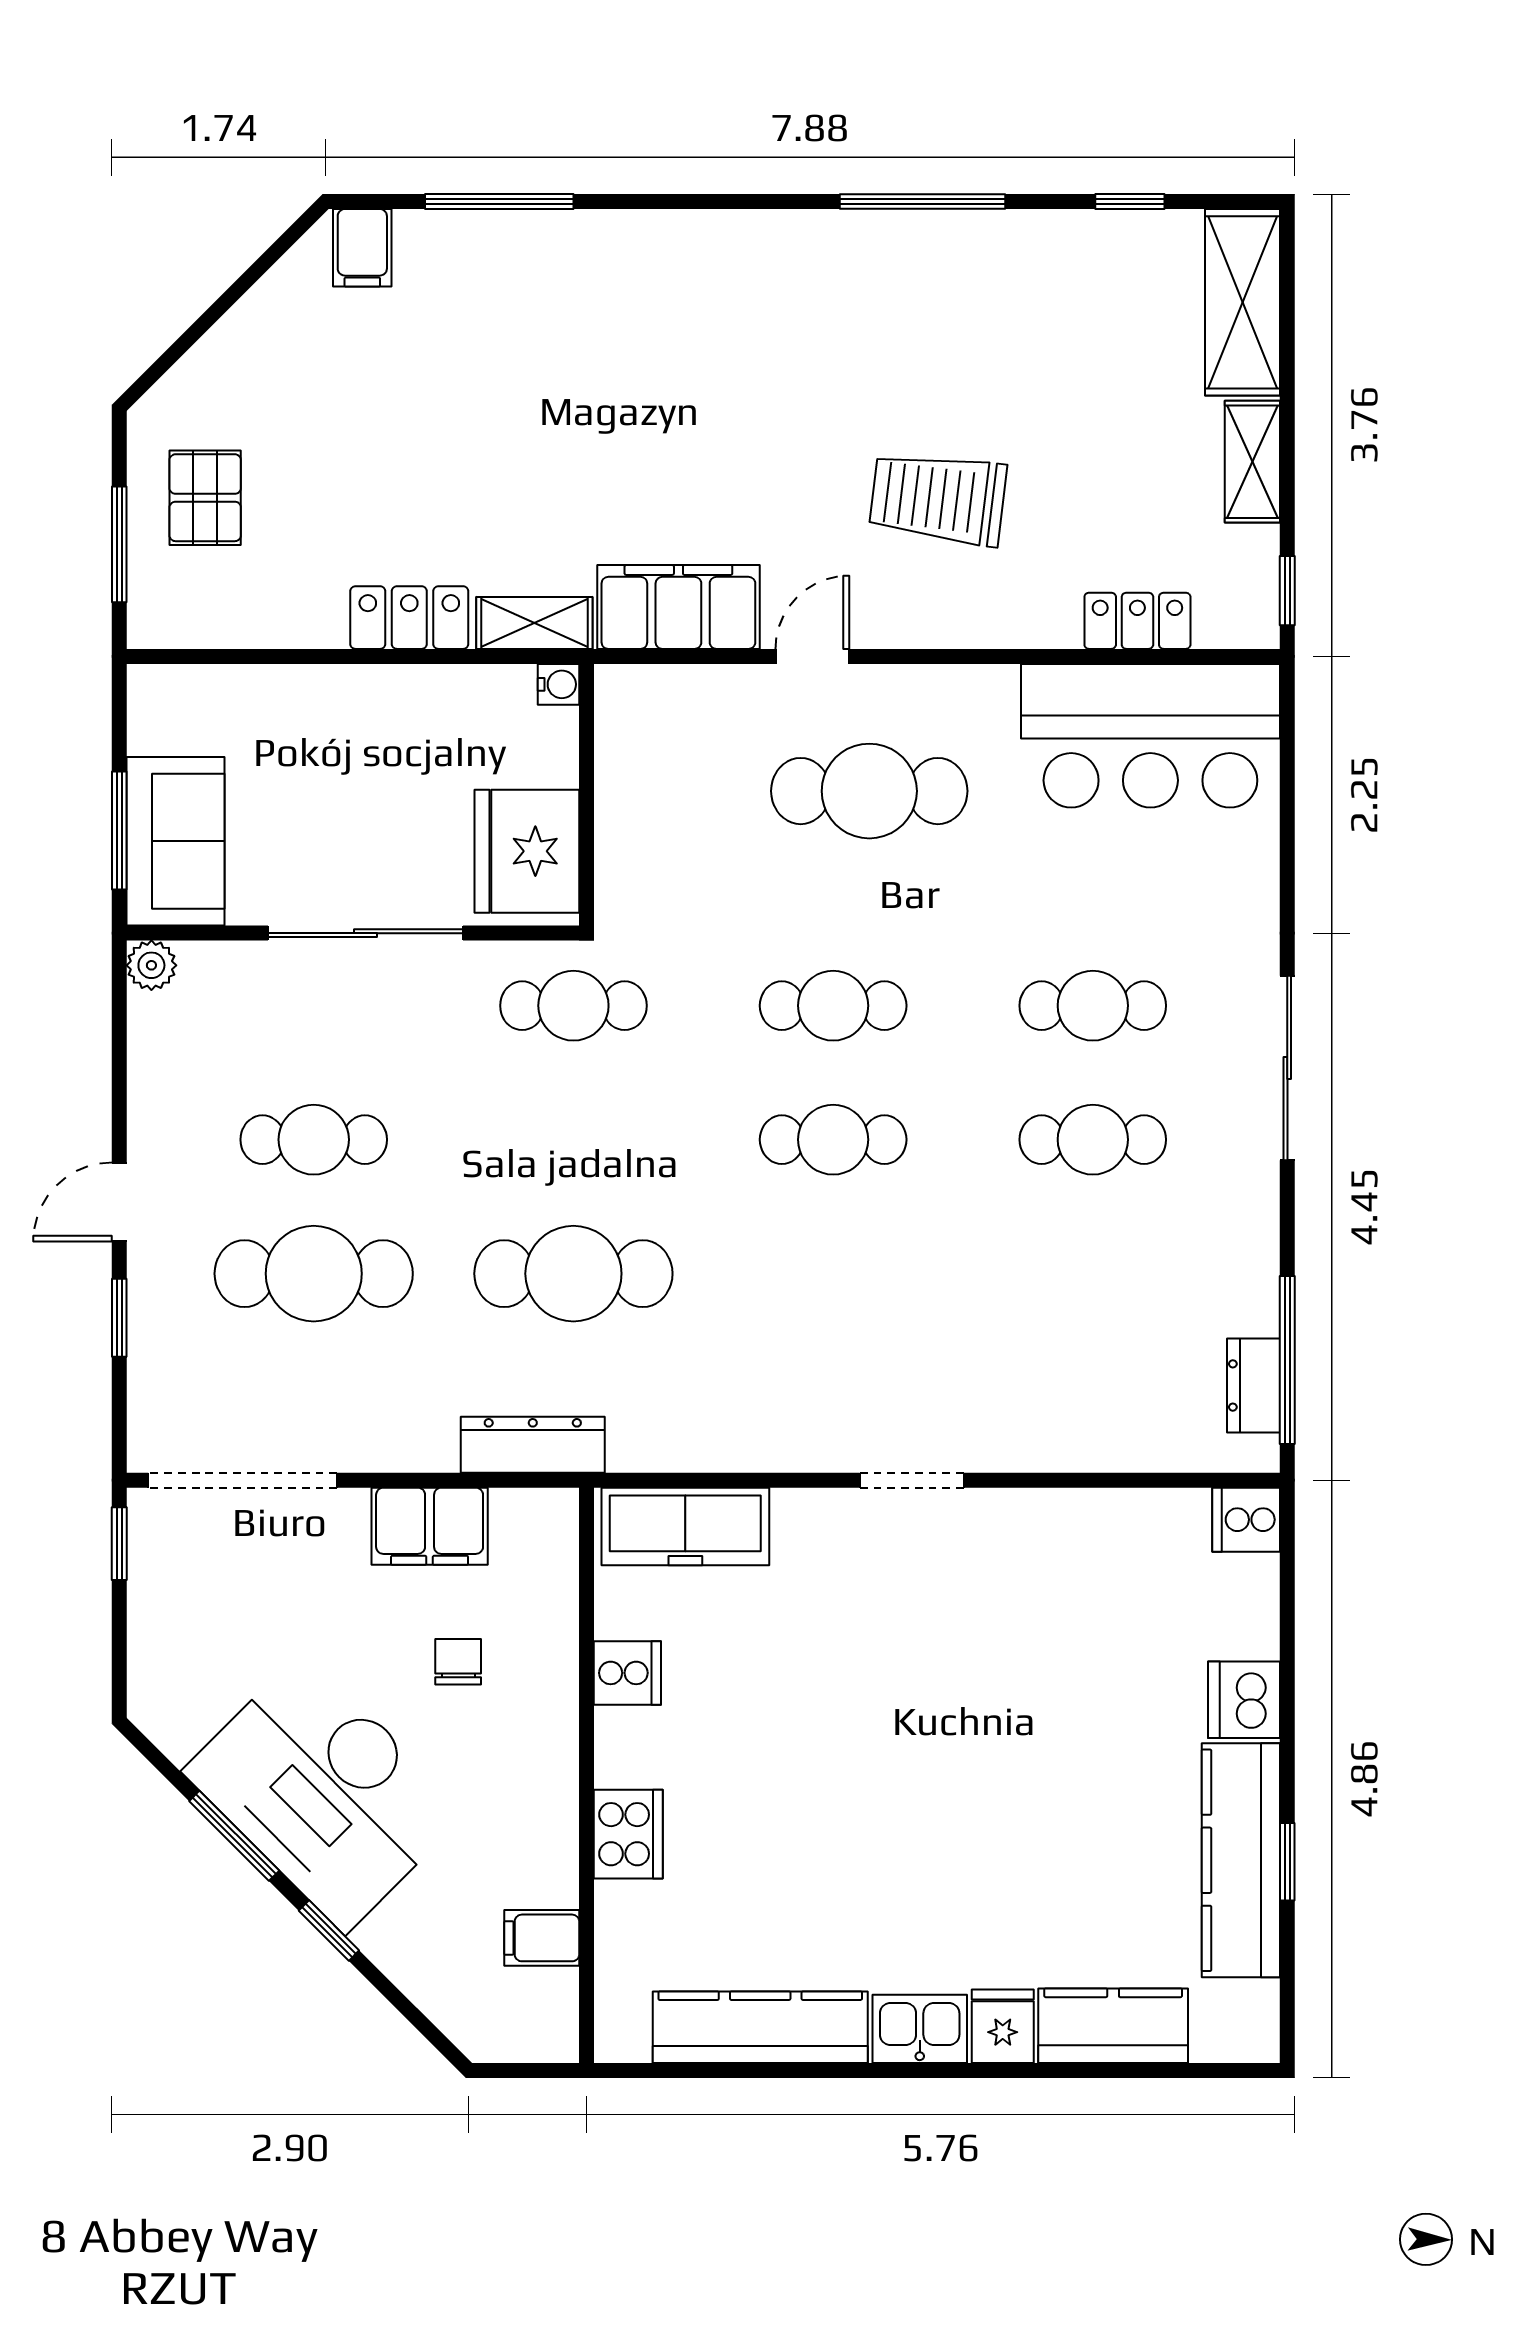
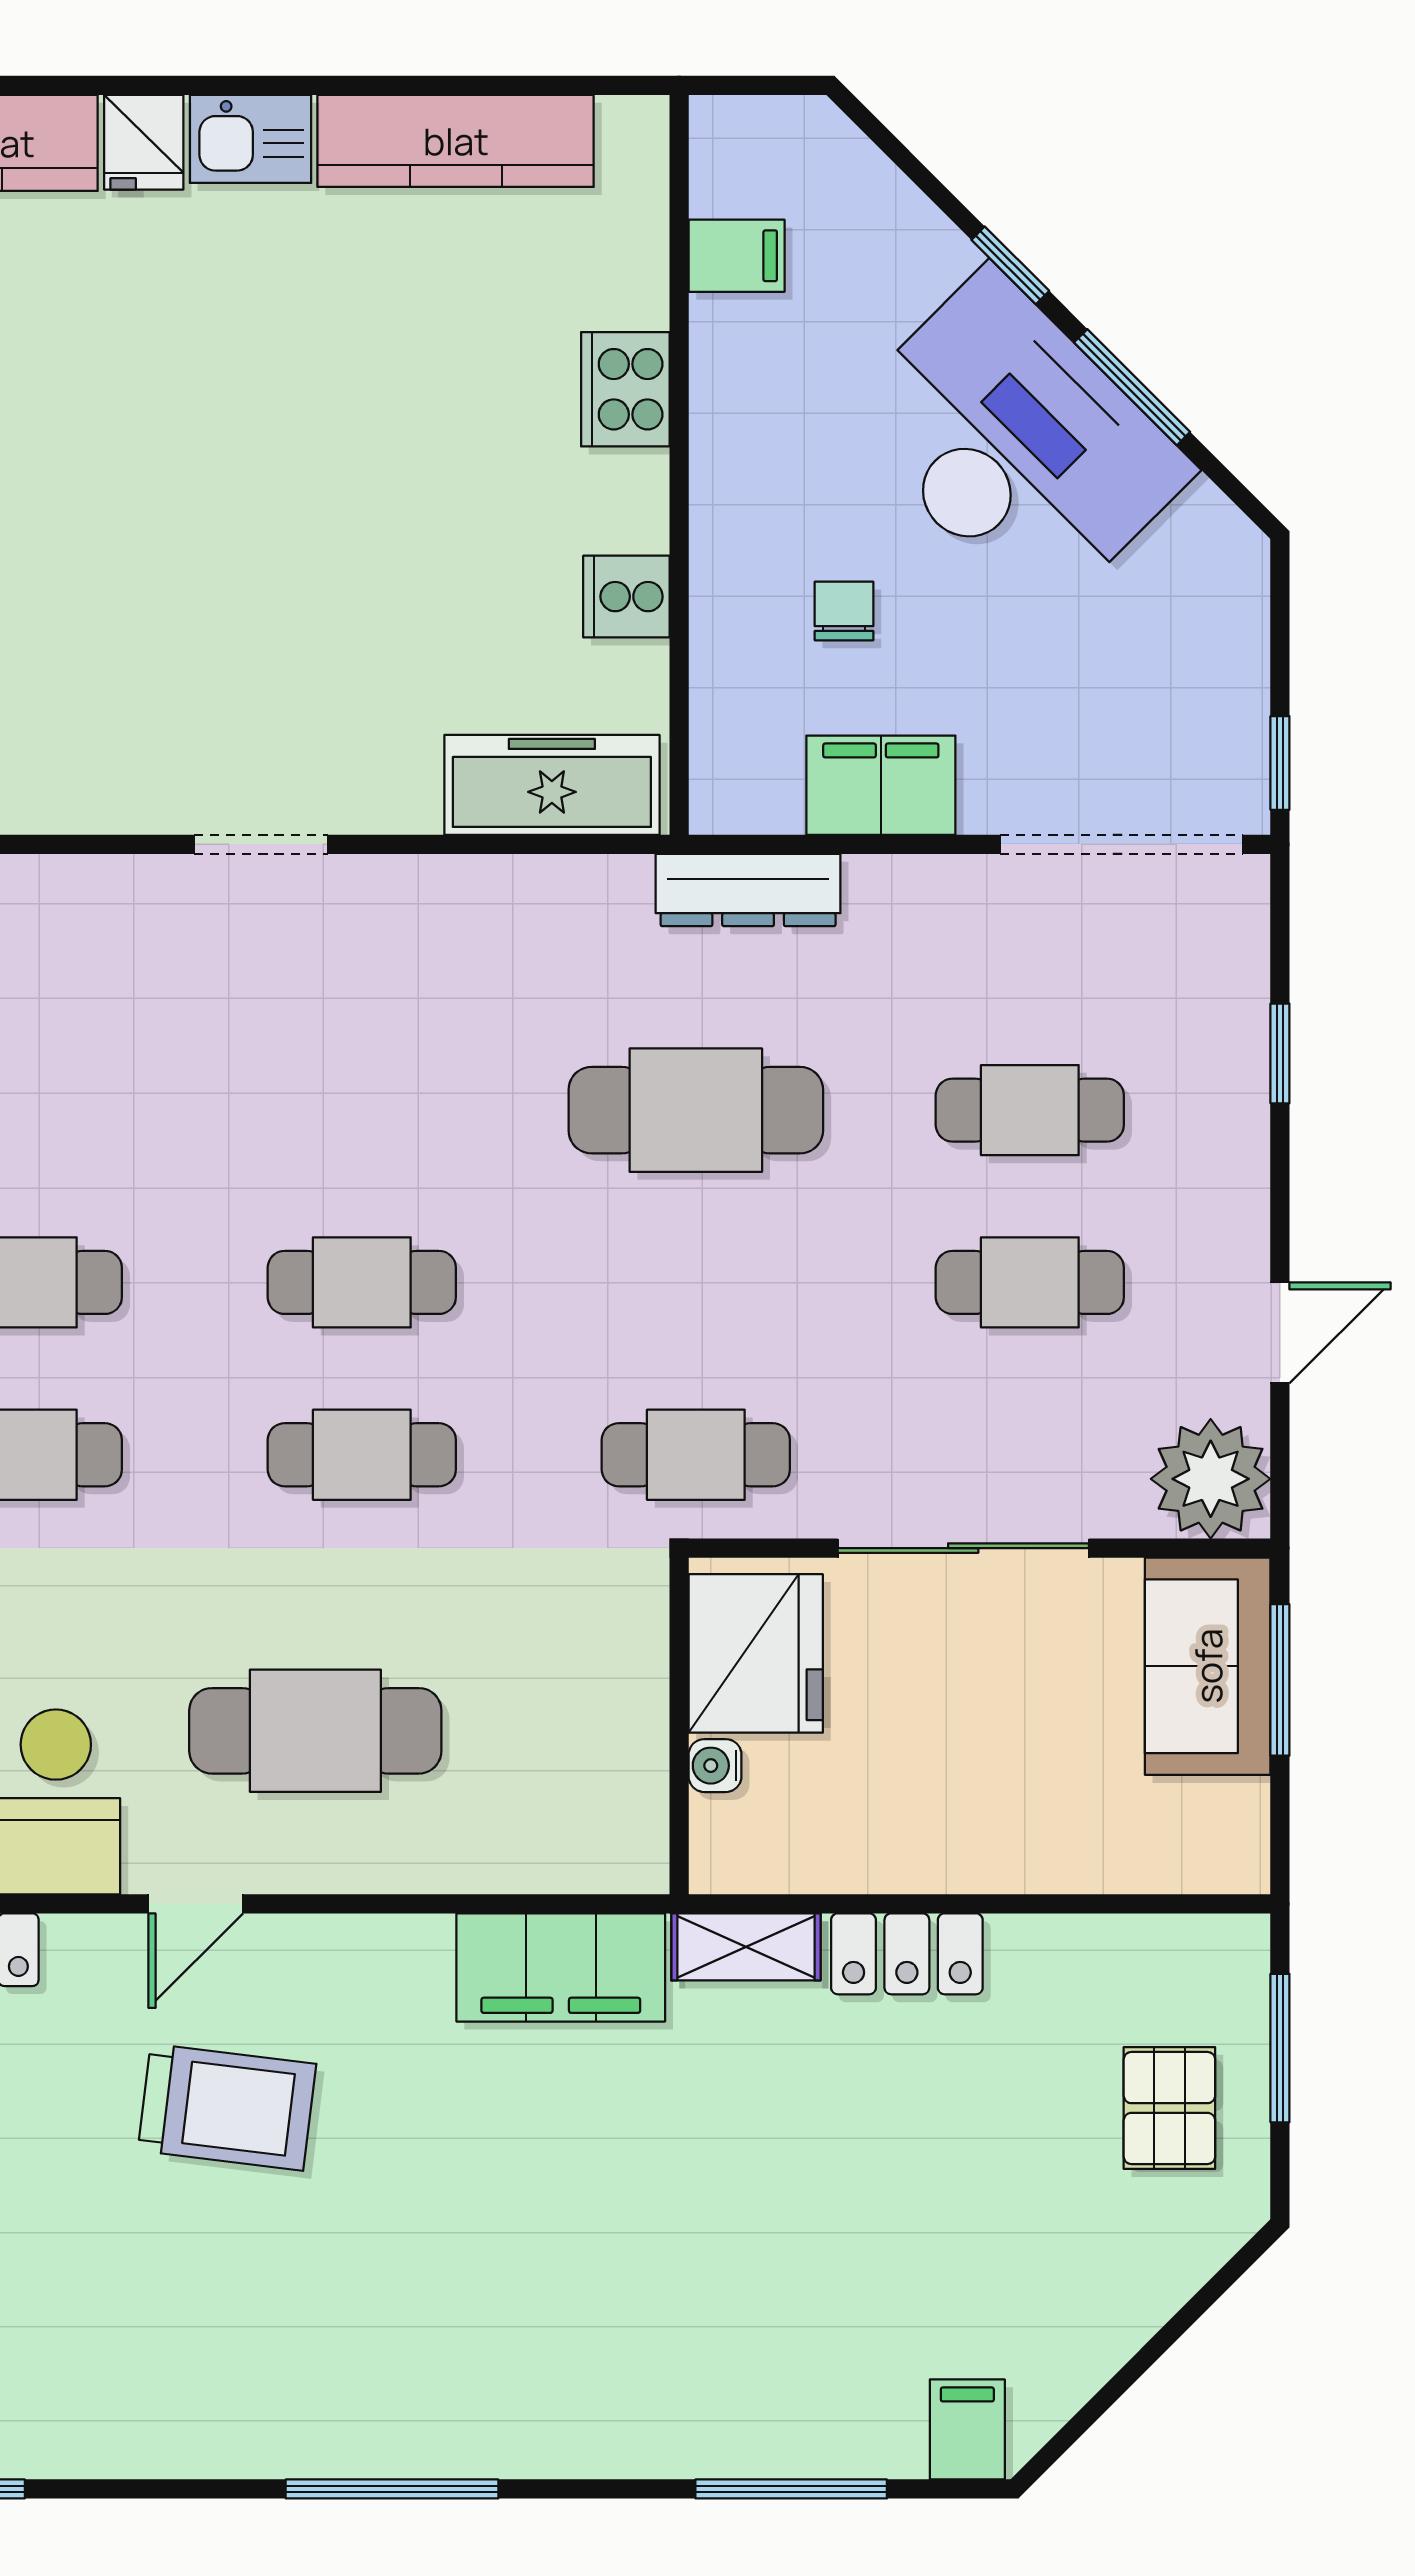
window: (923, 202) -> (392, 2489), moved
door: (812, 656) -> (196, 1904), moved
water cooler: (558, 684) -> (715, 1766), moved
plant: (151, 965) -> (1211, 1479), width x1.87, depth x1.87
door: (119, 1202) -> (1280, 1333), moved
cafe table: (314, 1274) -> (1030, 1110), width x0.73, depth x0.74
chair: (458, 1662) -> (844, 611), turned 180

